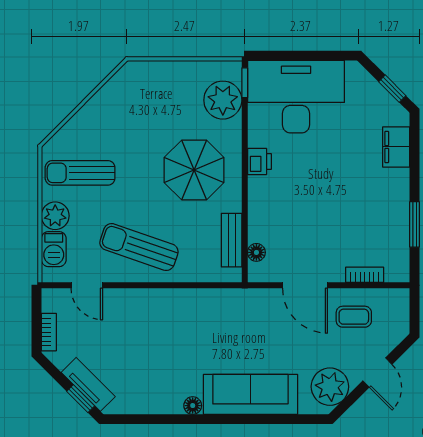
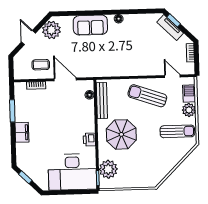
filing cabinet: (396, 147) -> (22, 132), moved
bench: (232, 240) -> (102, 101), width x1.36
sun lounger: (139, 247) -> (147, 96), turned 180
sofa: (250, 394) -> (90, 25), width x0.73

